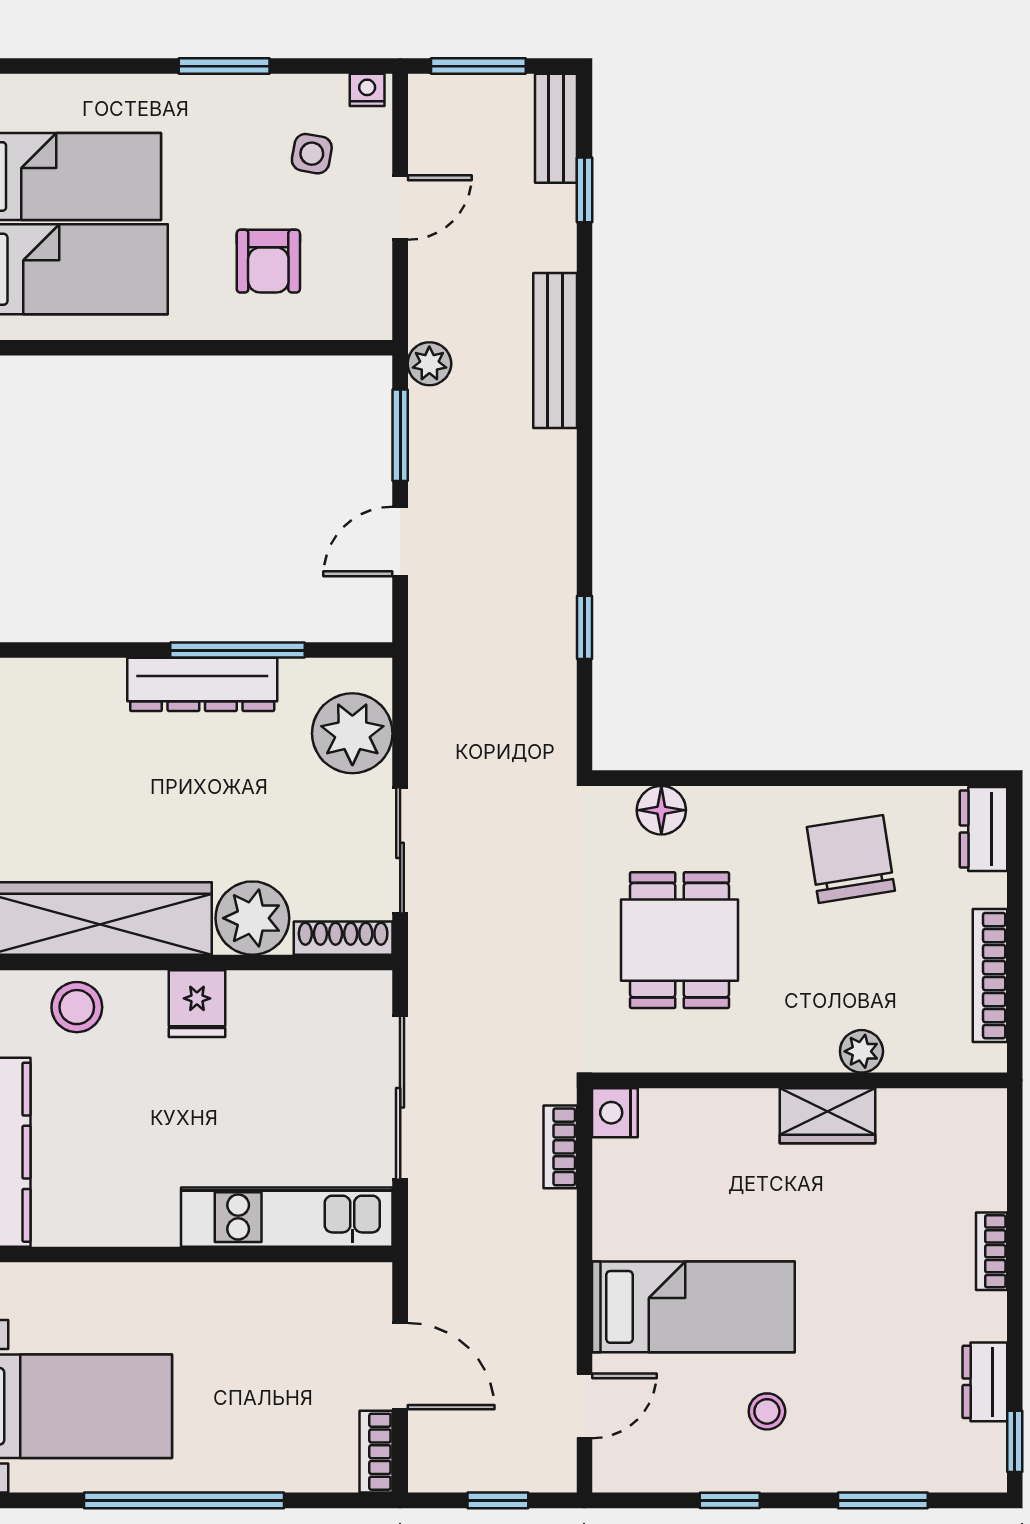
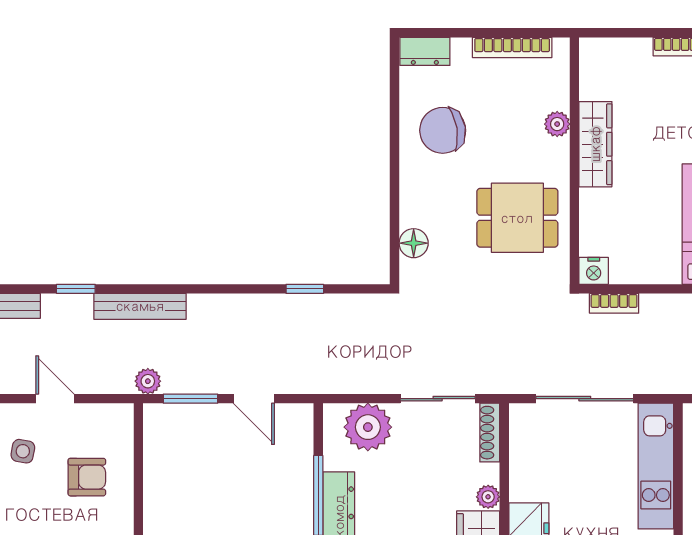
window: (584, 190) -> (76, 289), moved
plant: (252, 918) -> (488, 497), width x0.53, depth x0.53
dining table: (680, 940) -> (517, 218), moved
wardrobe: (828, 1116) -> (595, 144), width x1.50

